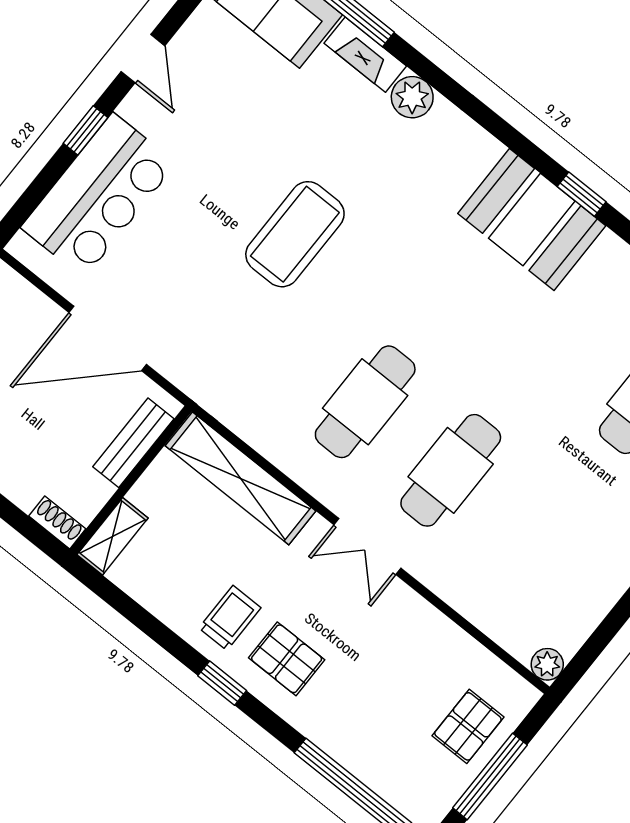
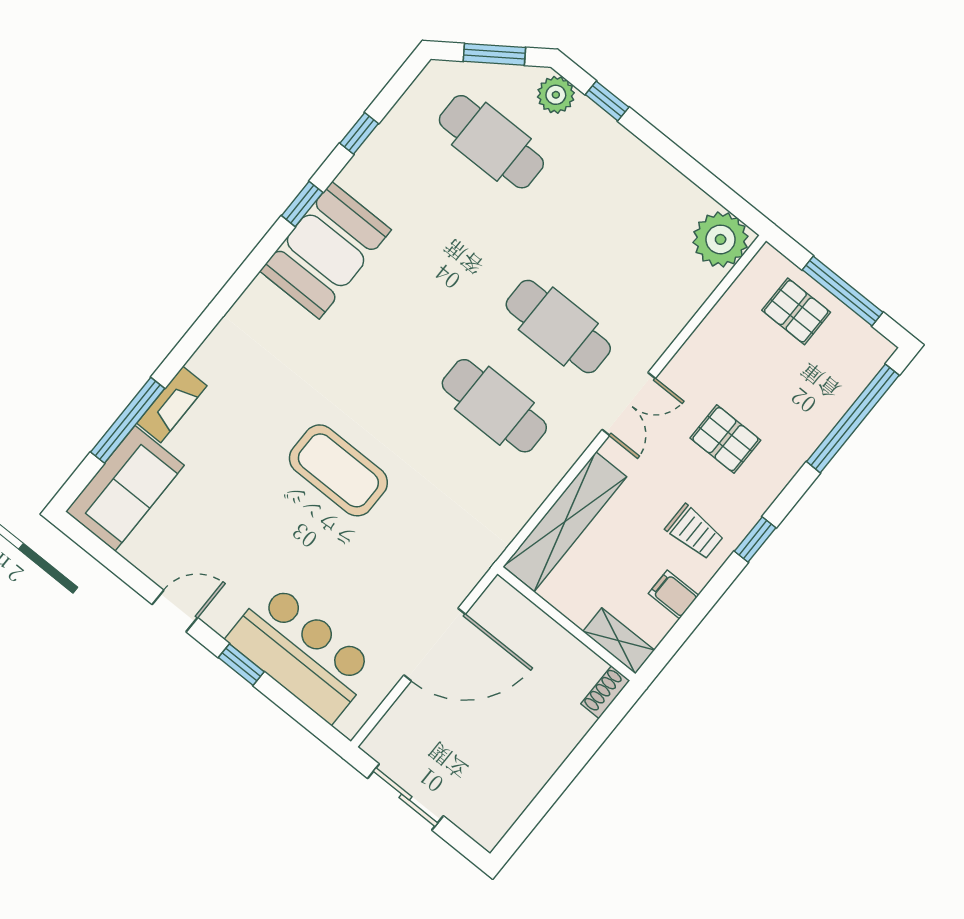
plant: (412, 97) -> (212, 361), removed
door: (108, 338) -> (435, 645), hinge flipped
bench: (133, 443) -> (532, 621), removed
filing cabinet: (163, 595) -> (673, 594), added
trolley: (230, 618) -> (695, 532), turned 180
pallet: (287, 659) -> (725, 439), moved, turned 90
plant: (547, 664) -> (721, 239), width x1.88, depth x1.88

